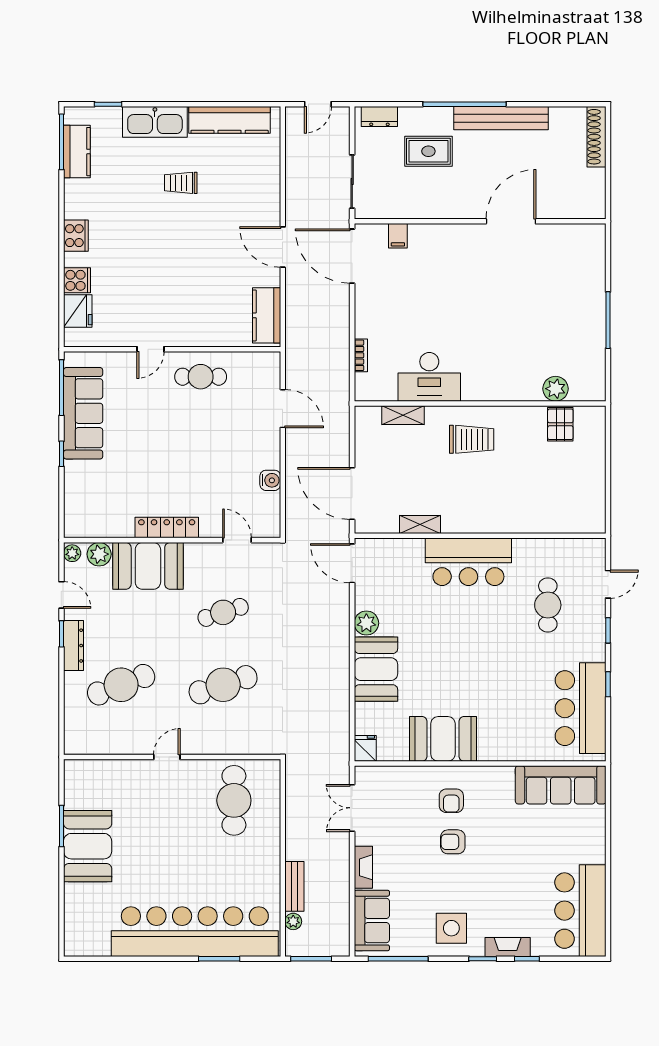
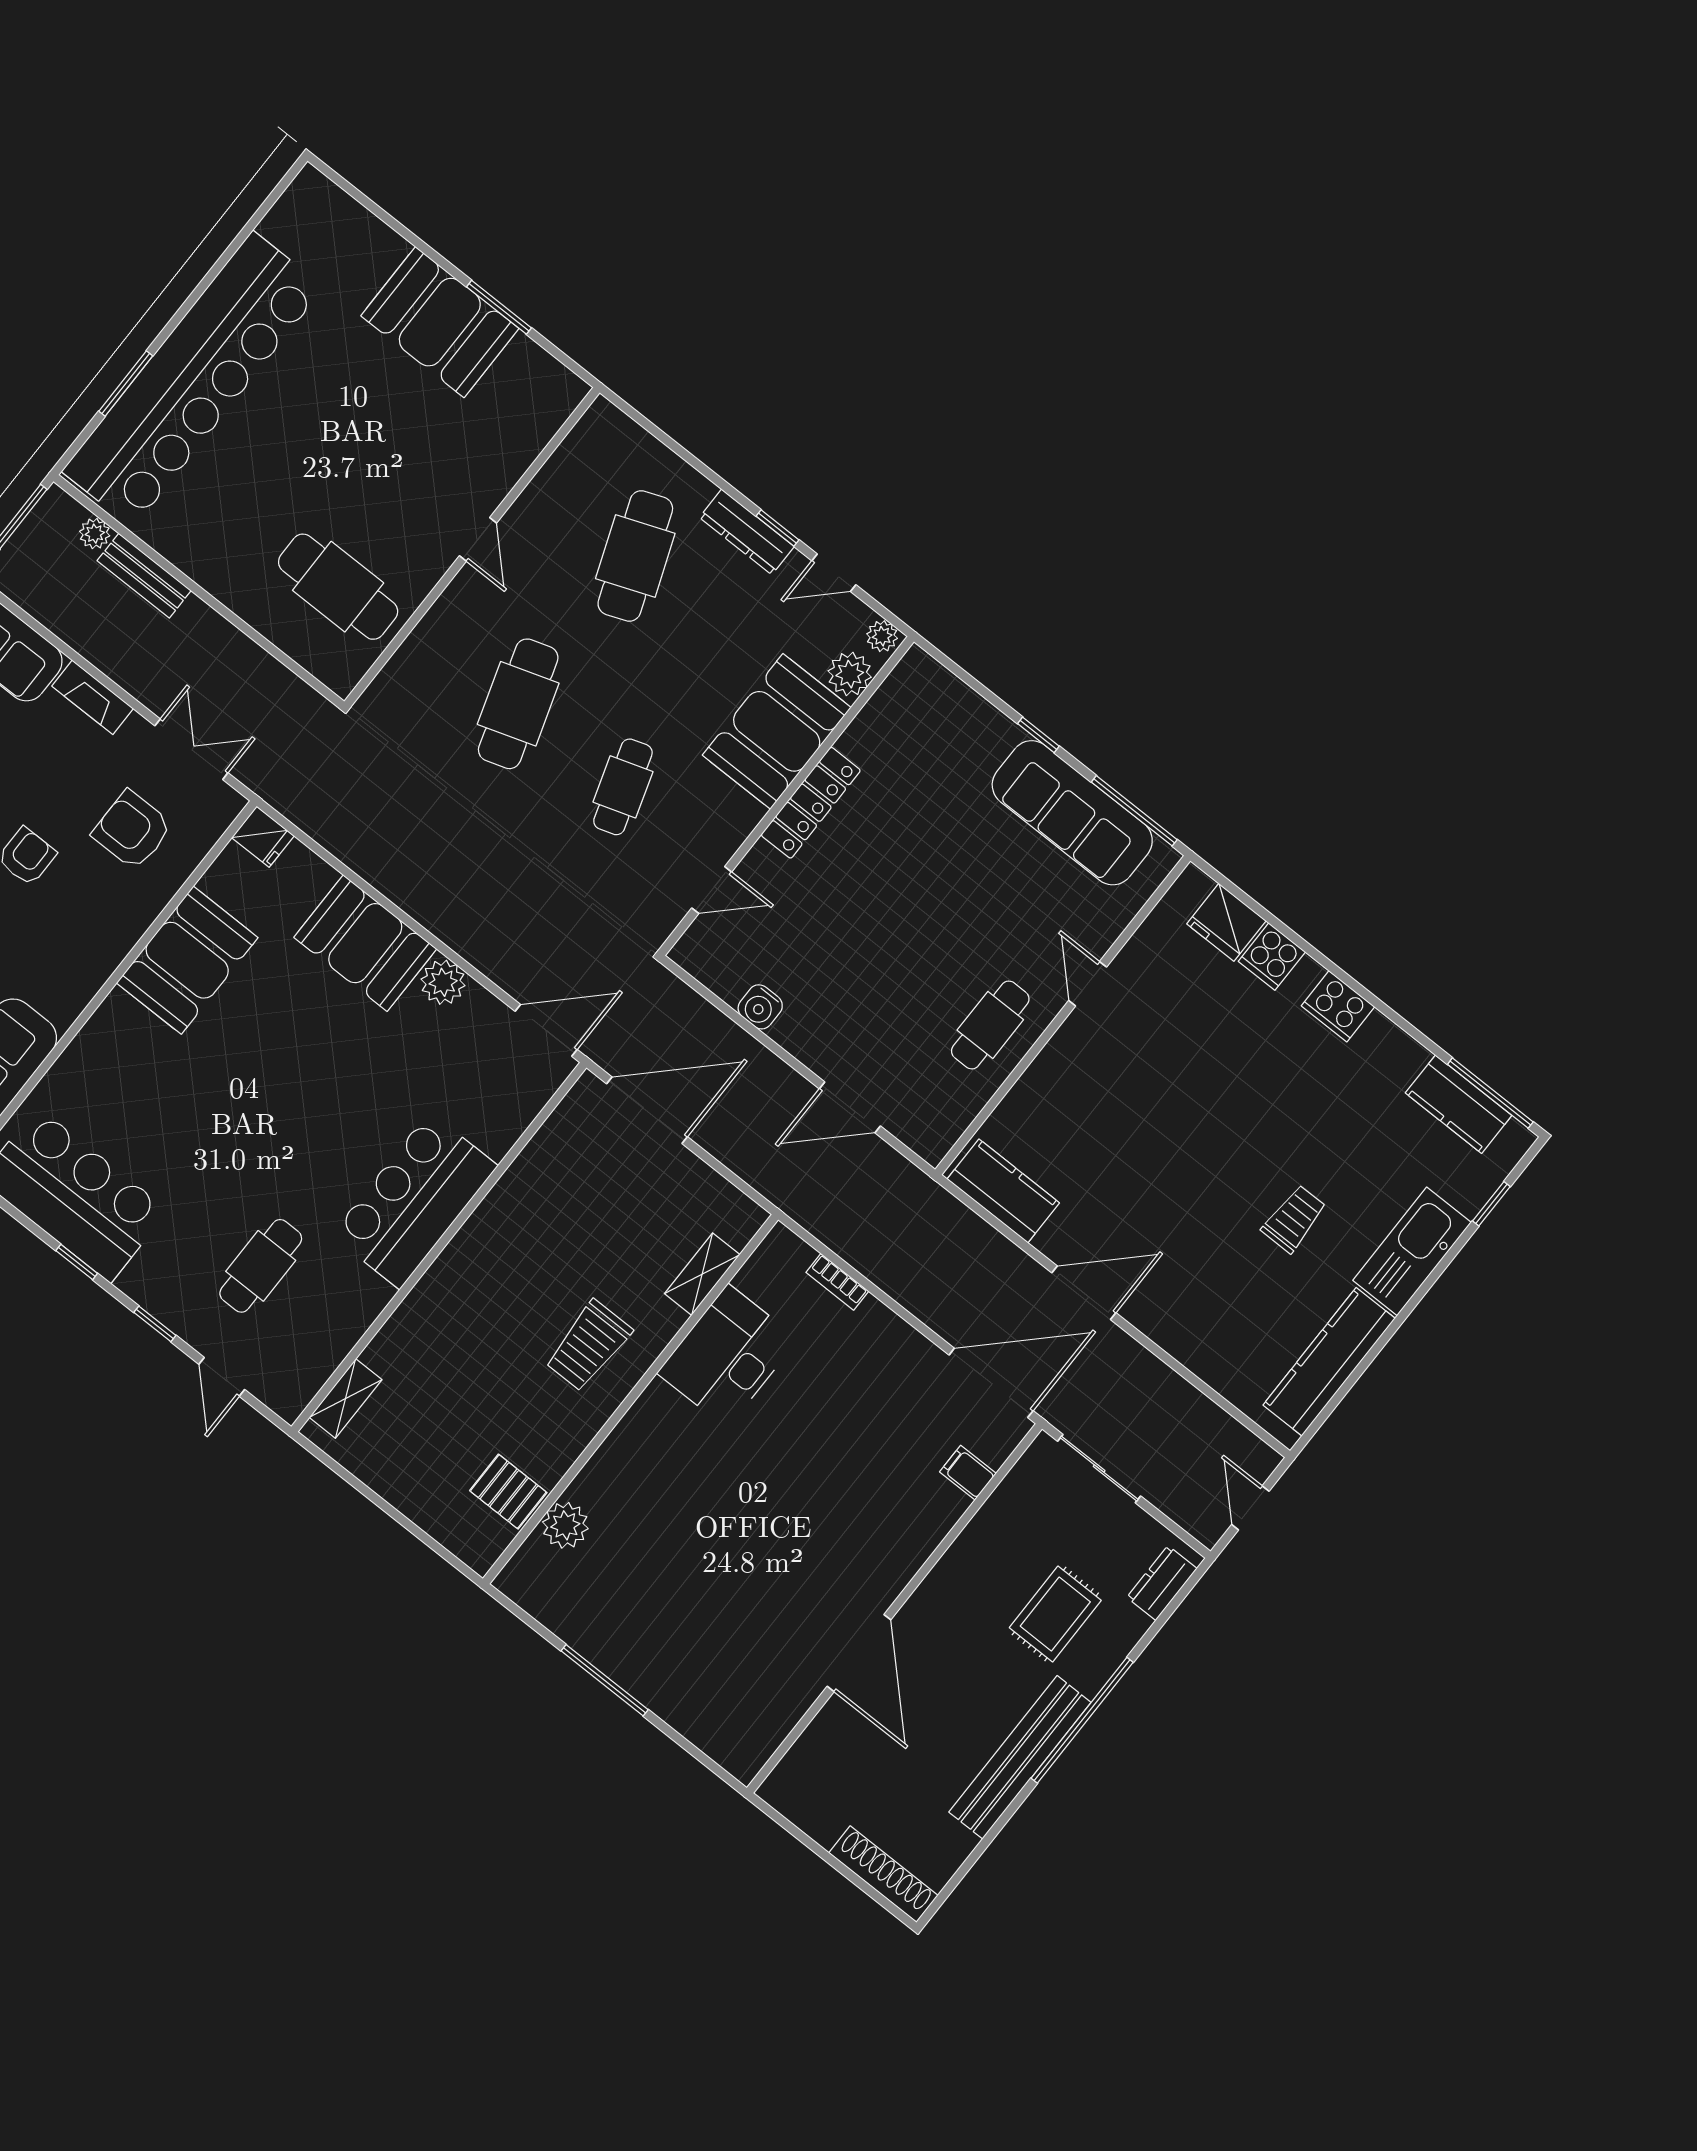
shelving: (420, 524) -> (346, 1399), moved
cafe table: (548, 605) -> (261, 1266), turned 90
armchair: (451, 801) -> (132, 830), moved, width x1.38, depth x1.38

